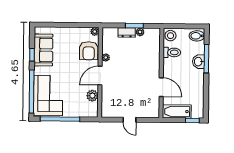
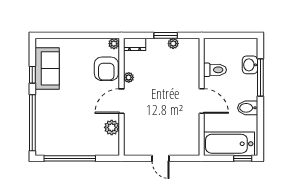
dresser: (127, 32) -> (135, 44), moved
stool: (170, 36) -> (213, 48), removed
bidet: (197, 36) -> (248, 108), moved
washbasin: (198, 62) -> (250, 65), moved
door: (161, 87) -> (202, 101), moved
corner sofa: (48, 95) -> (54, 128), removed
bathtub: (177, 111) -> (229, 144), width x1.36, depth x1.36

